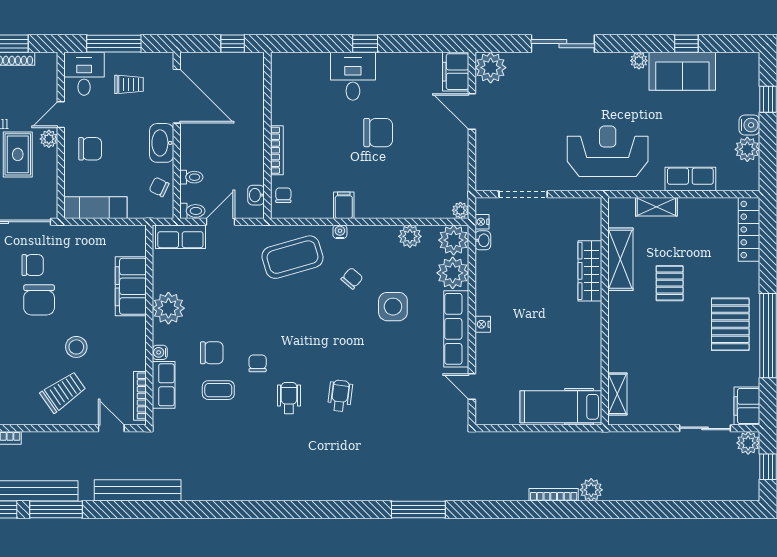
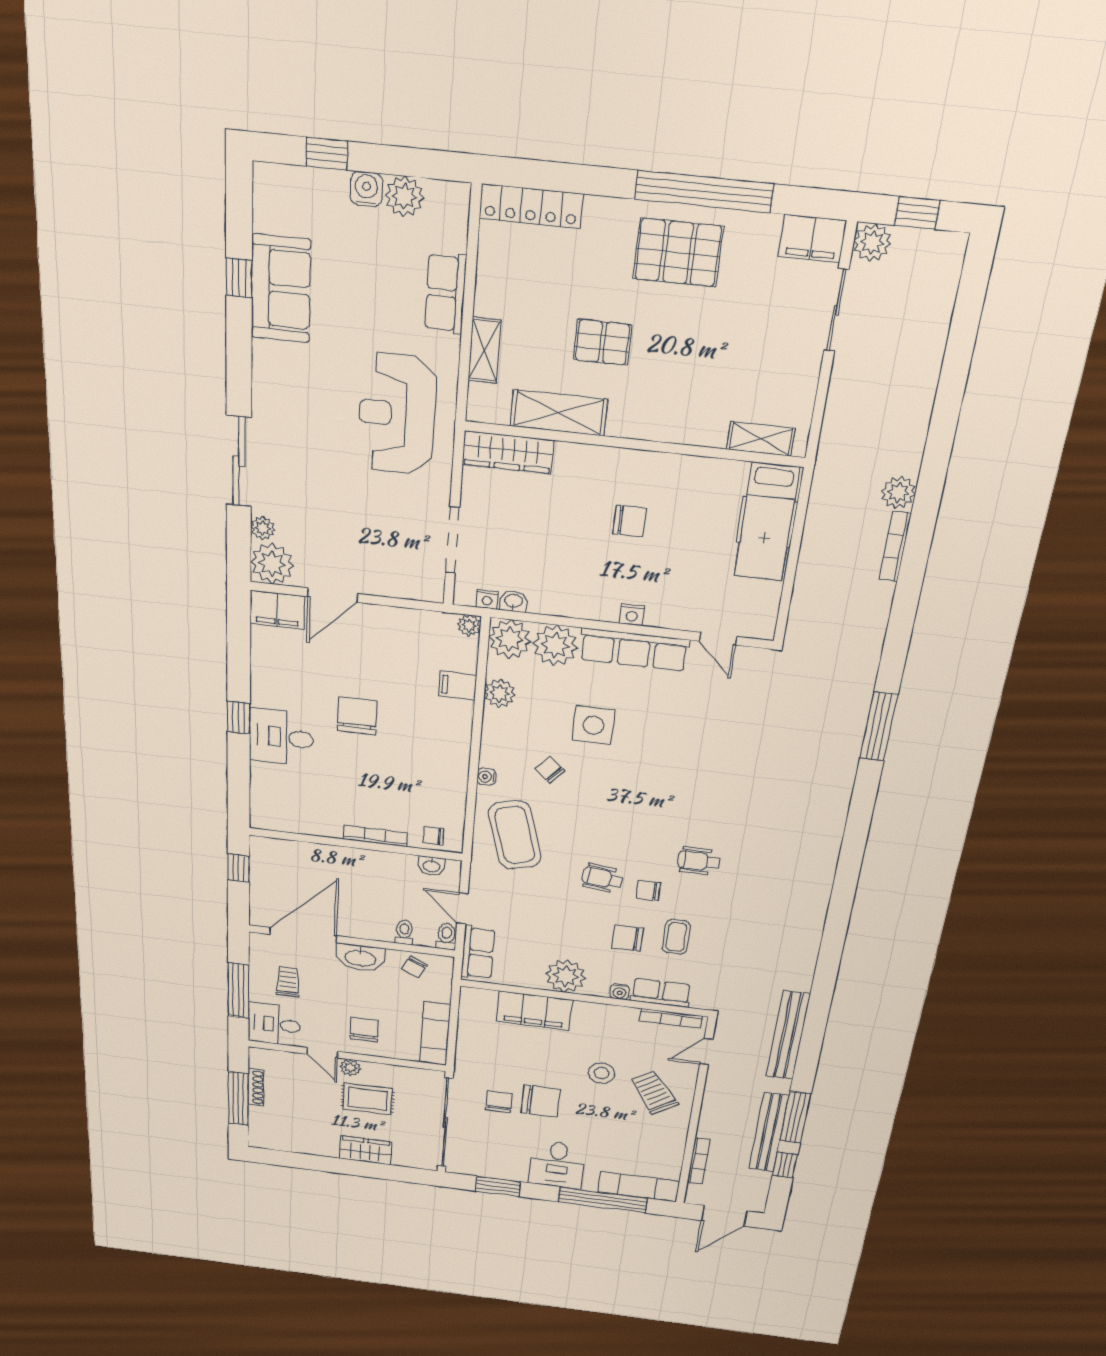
plant: (639, 61) -> (263, 528), moved
filing cabinet: (344, 205) -> (457, 686), moved
wardrobe: (590, 271) -> (508, 452), moved
chair: (551, 315) -> (630, 521), added
chair: (212, 353) -> (628, 938), turned -90
door: (472, 387) -> (718, 639), hinge flipped
wheelchair: (340, 396) -> (602, 878), moved

